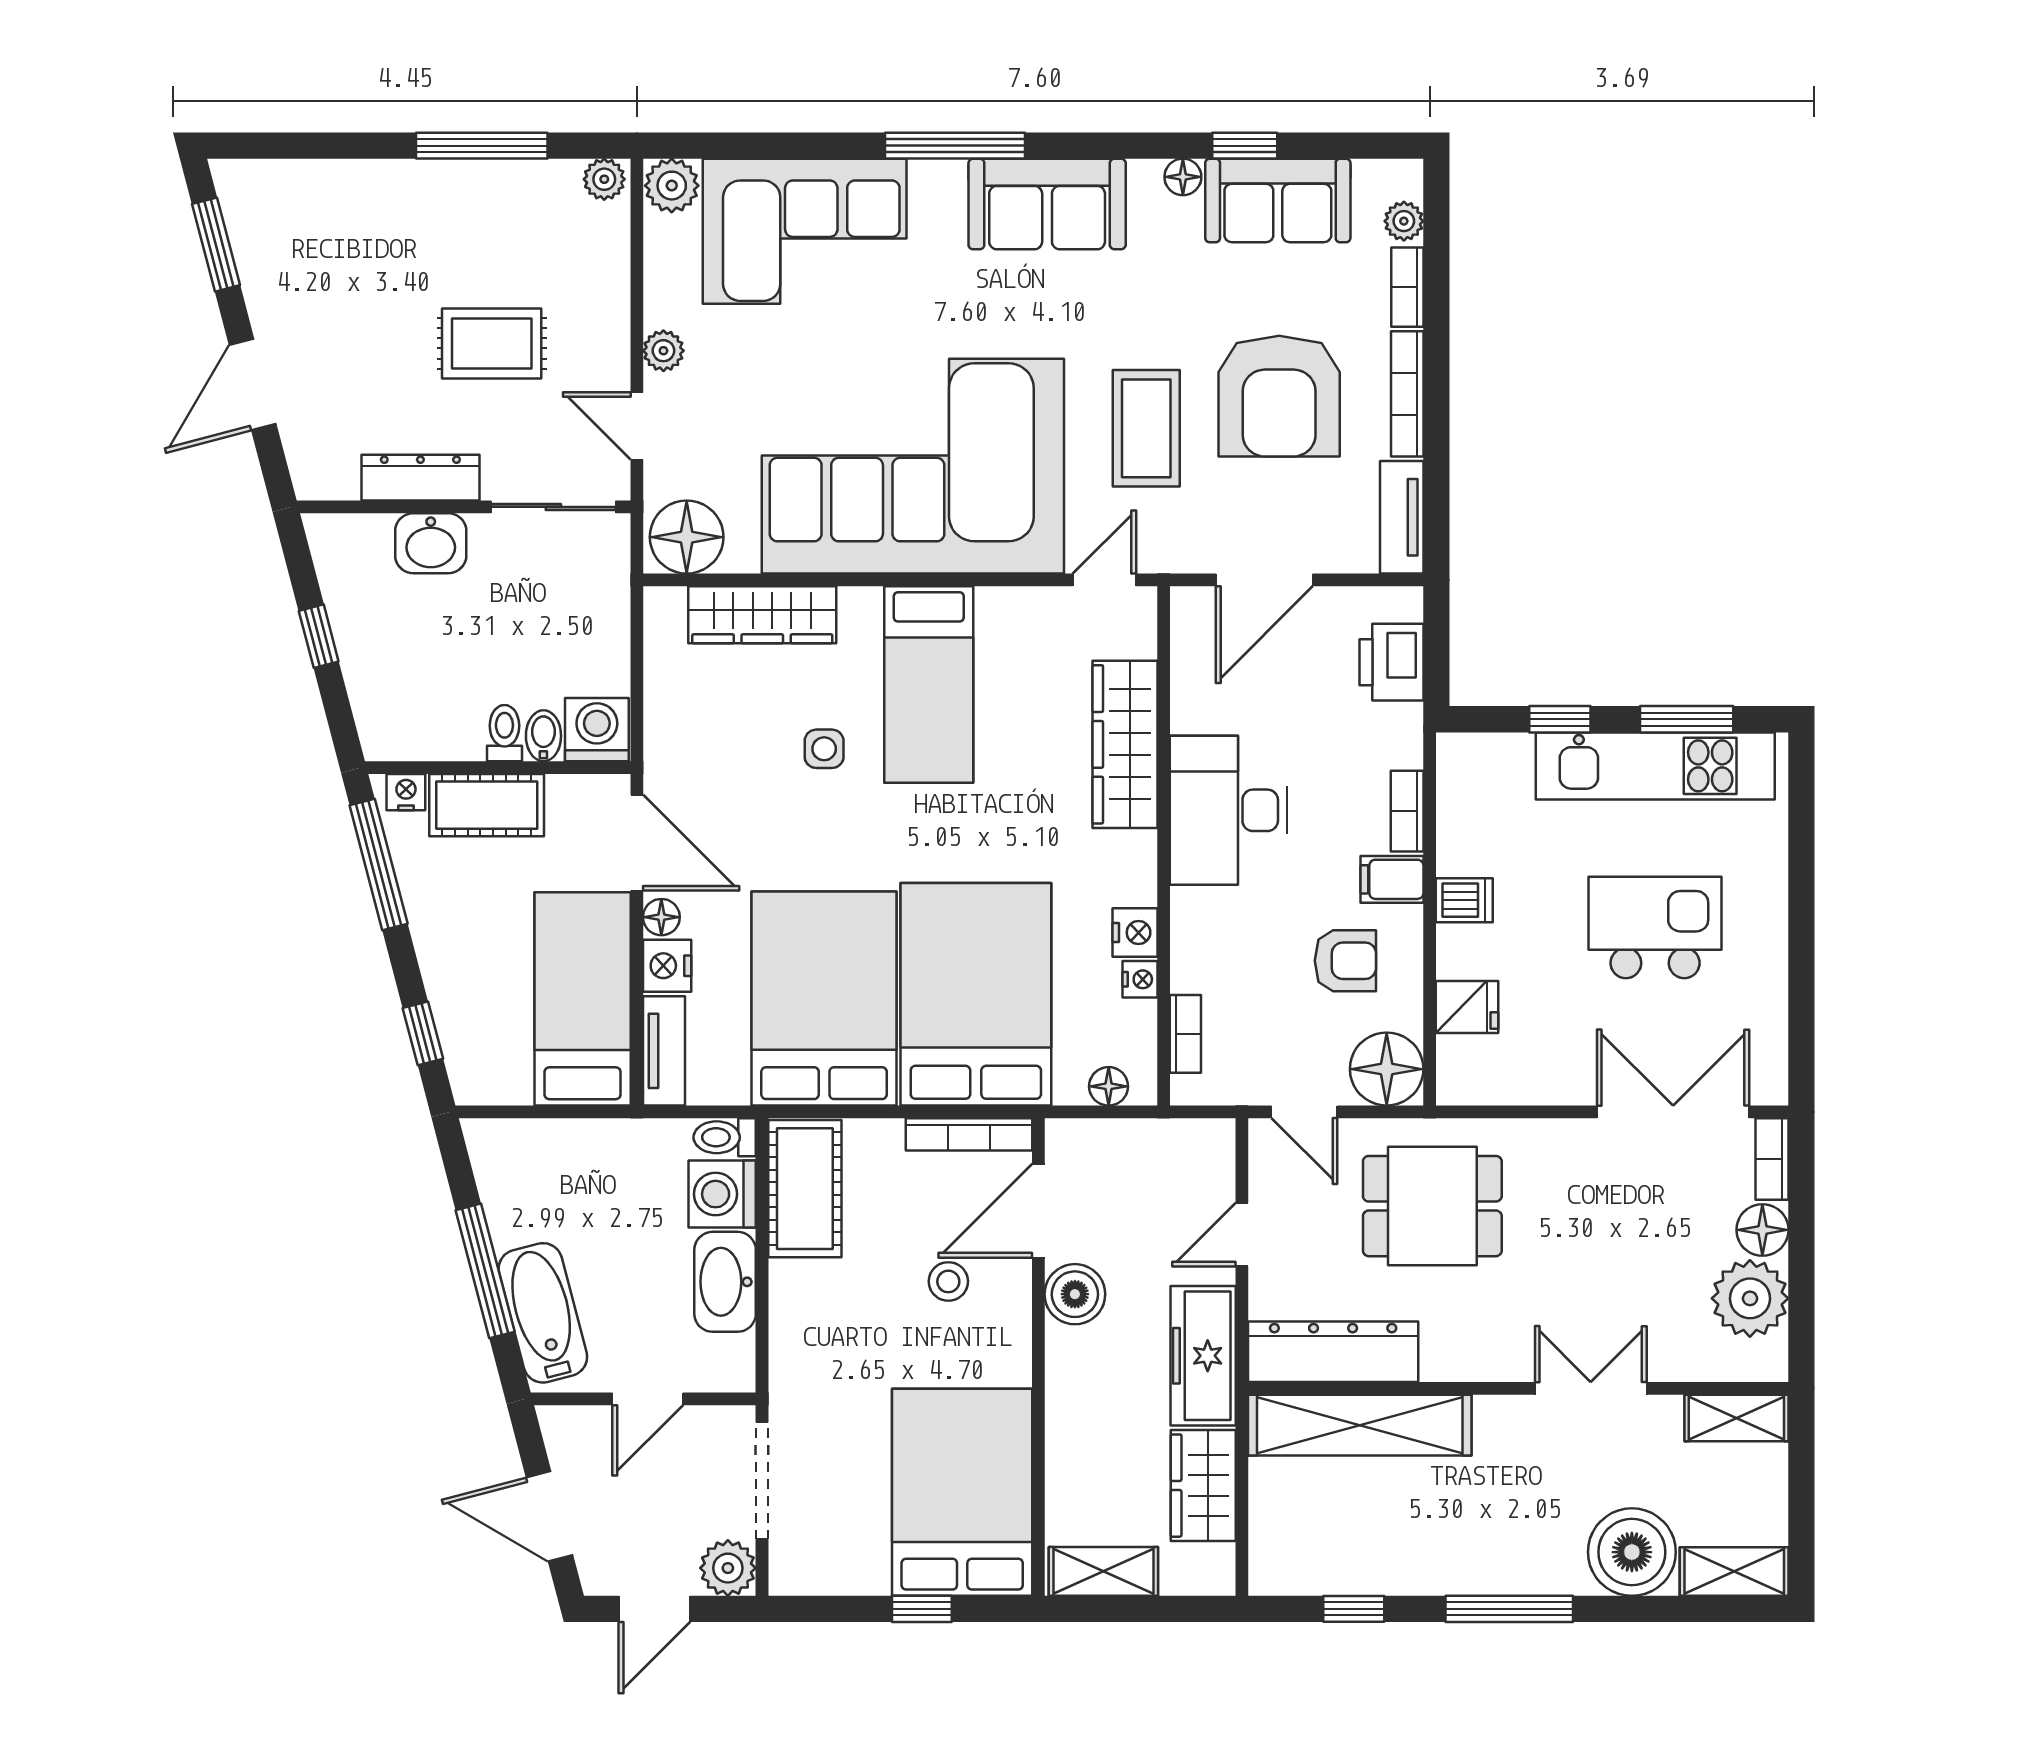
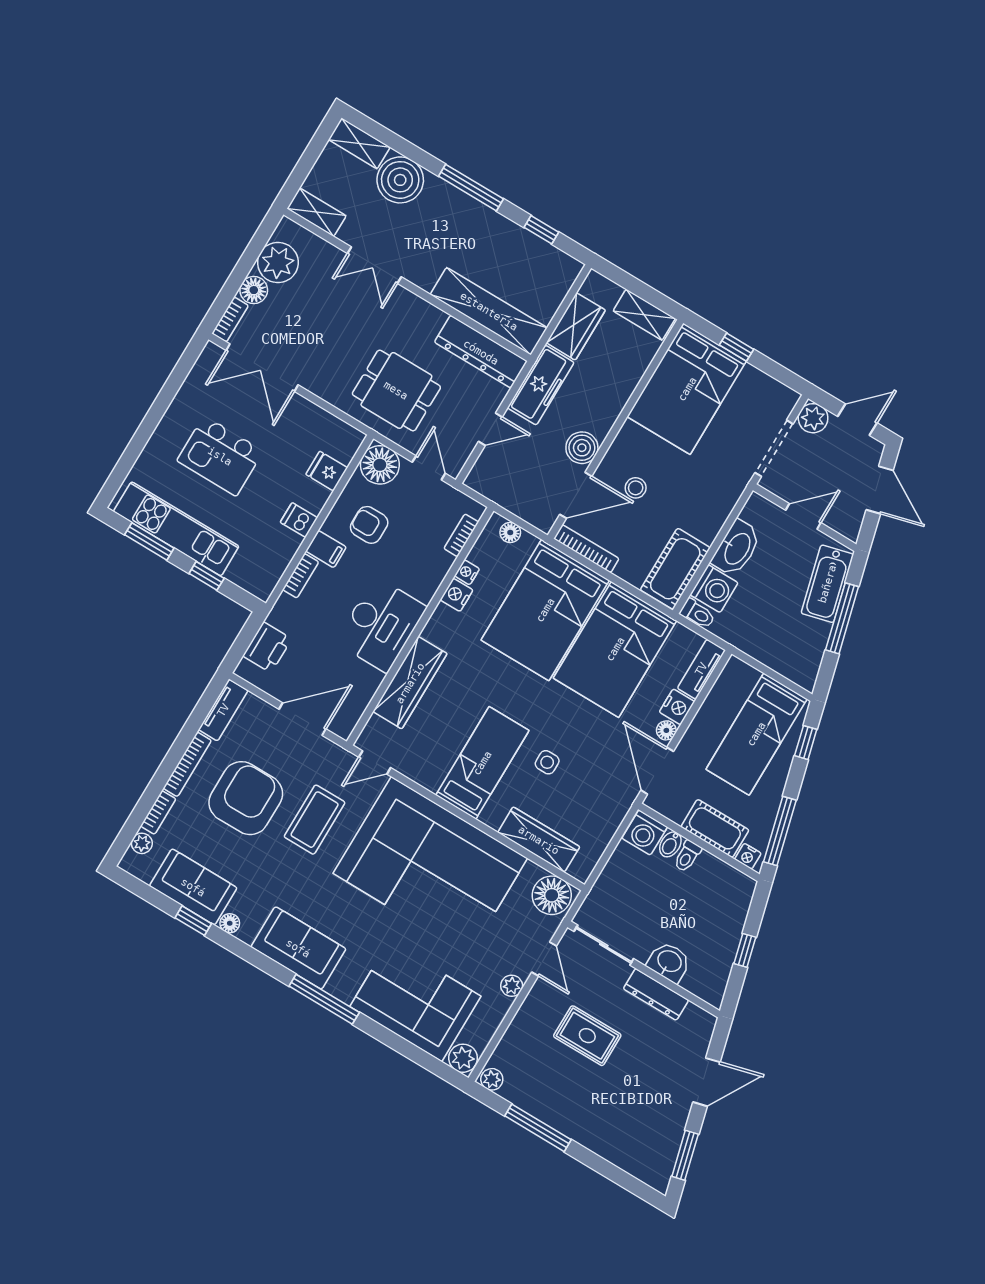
bed: (583, 999) -> (756, 734), moved

